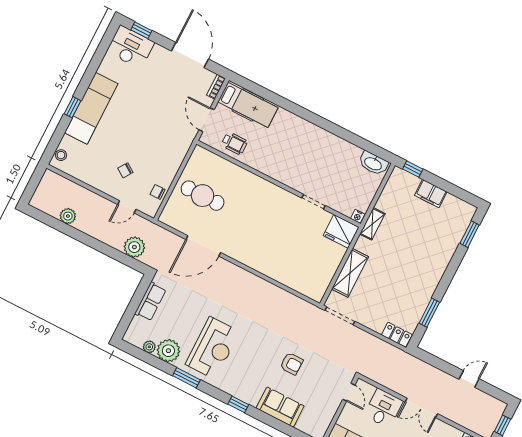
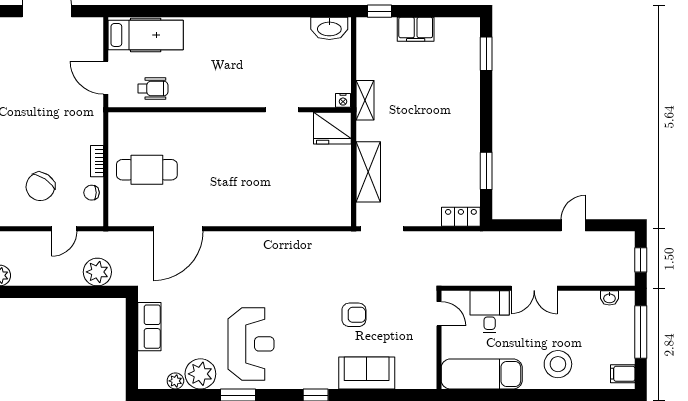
bookcase: (216, 87) -> (97, 161), moved
chair: (125, 170) -> (40, 187), width x1.87, depth x1.87

